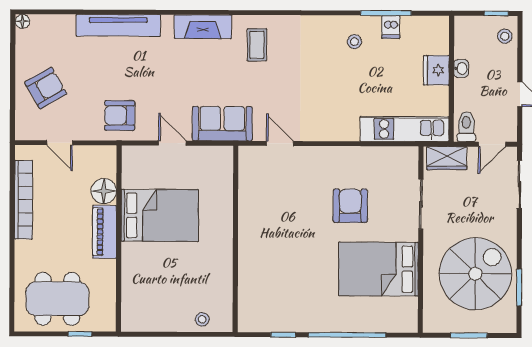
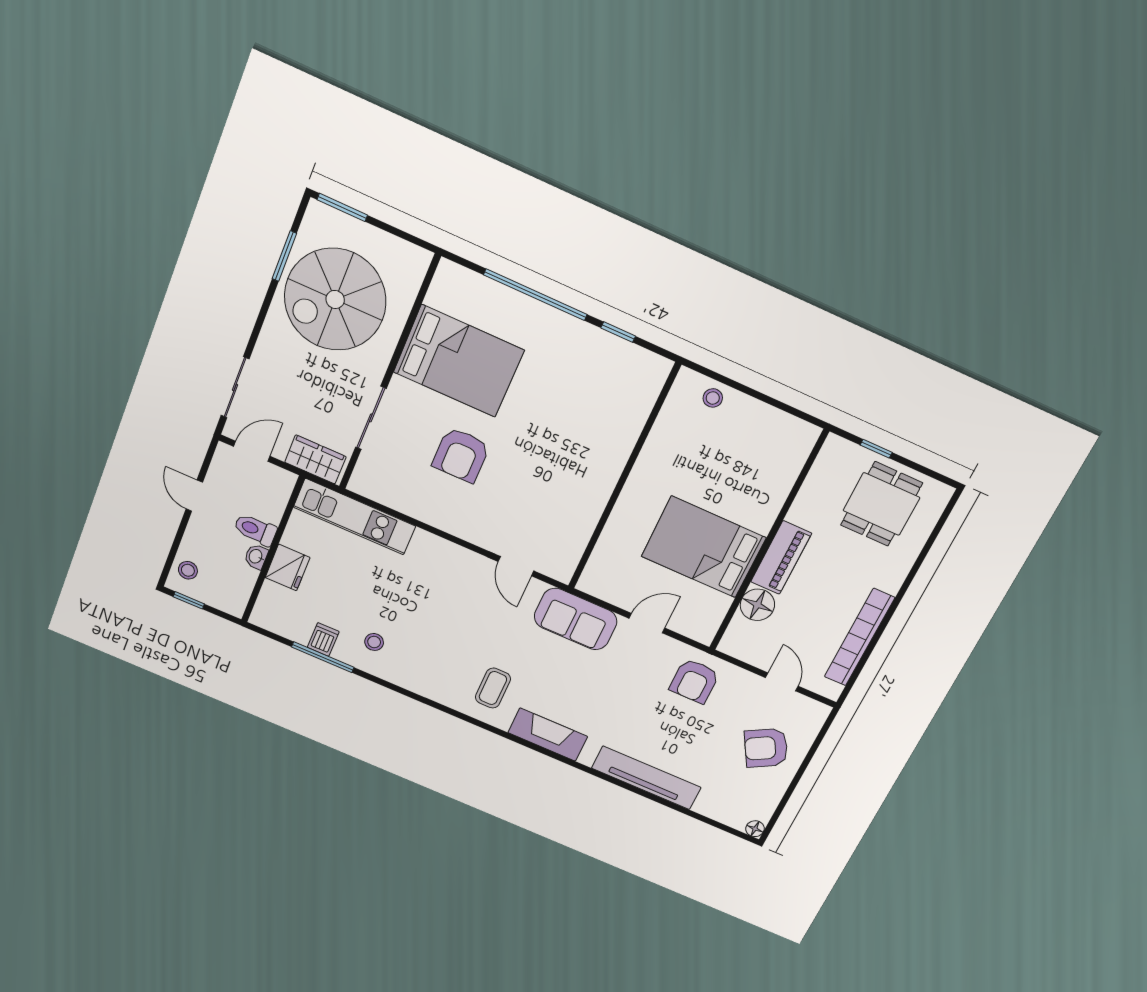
armchair: (120, 115) -> (694, 681), turned 90
toilet: (466, 127) -> (255, 530), moved, turned 90
door: (172, 143) -> (647, 623), swing flipped
dining table: (57, 299) -> (881, 504), width x0.73
window: (469, 335) -> (342, 207), moved

